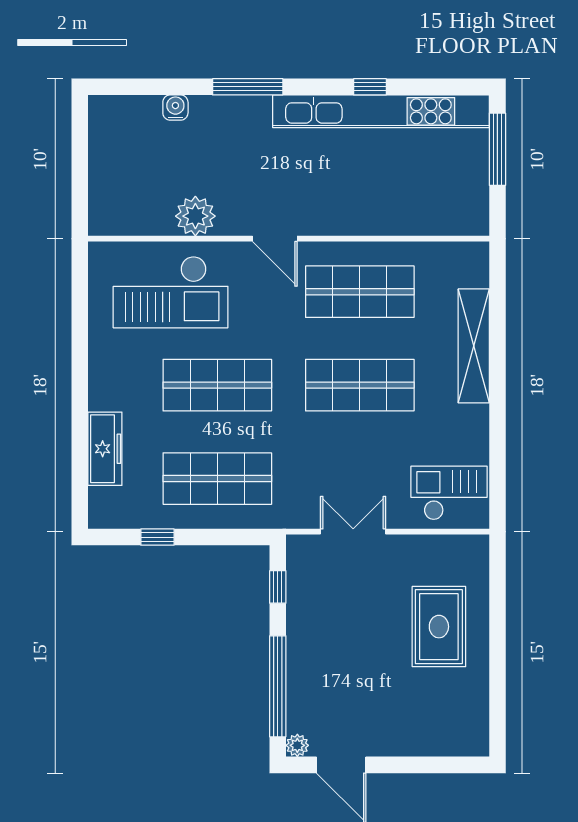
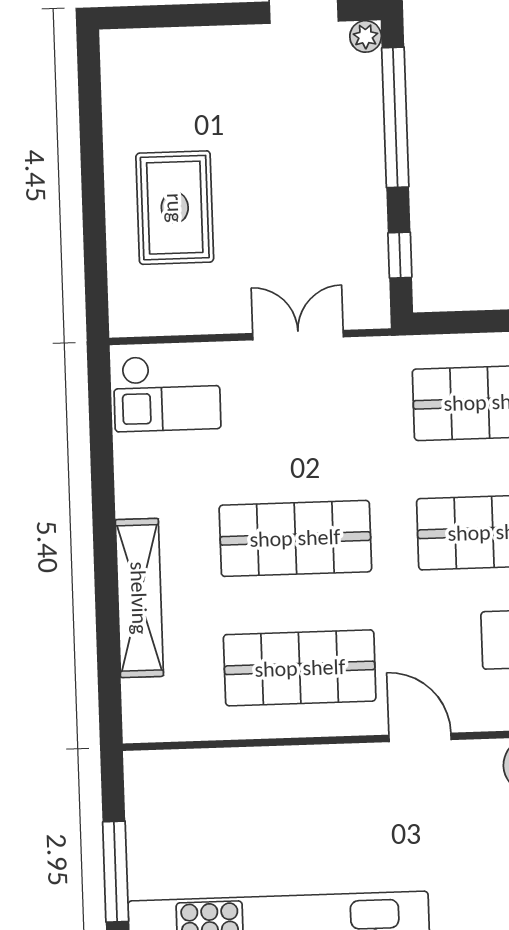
double door: (353, 532) -> (298, 335), swing flipped

